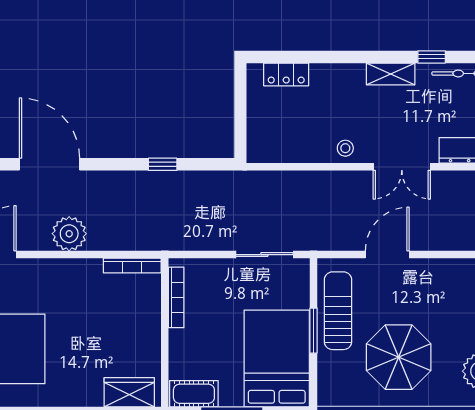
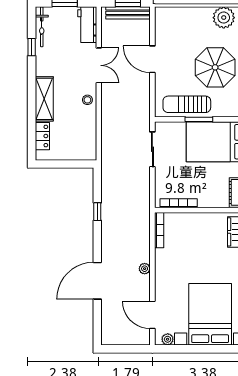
shelving: (391, 74) -> (44, 99), moved, width x1.50, depth x1.33
plant: (69, 234) -> (145, 269), width x0.53, depth x0.53
door: (387, 255) -> (152, 59), moved

